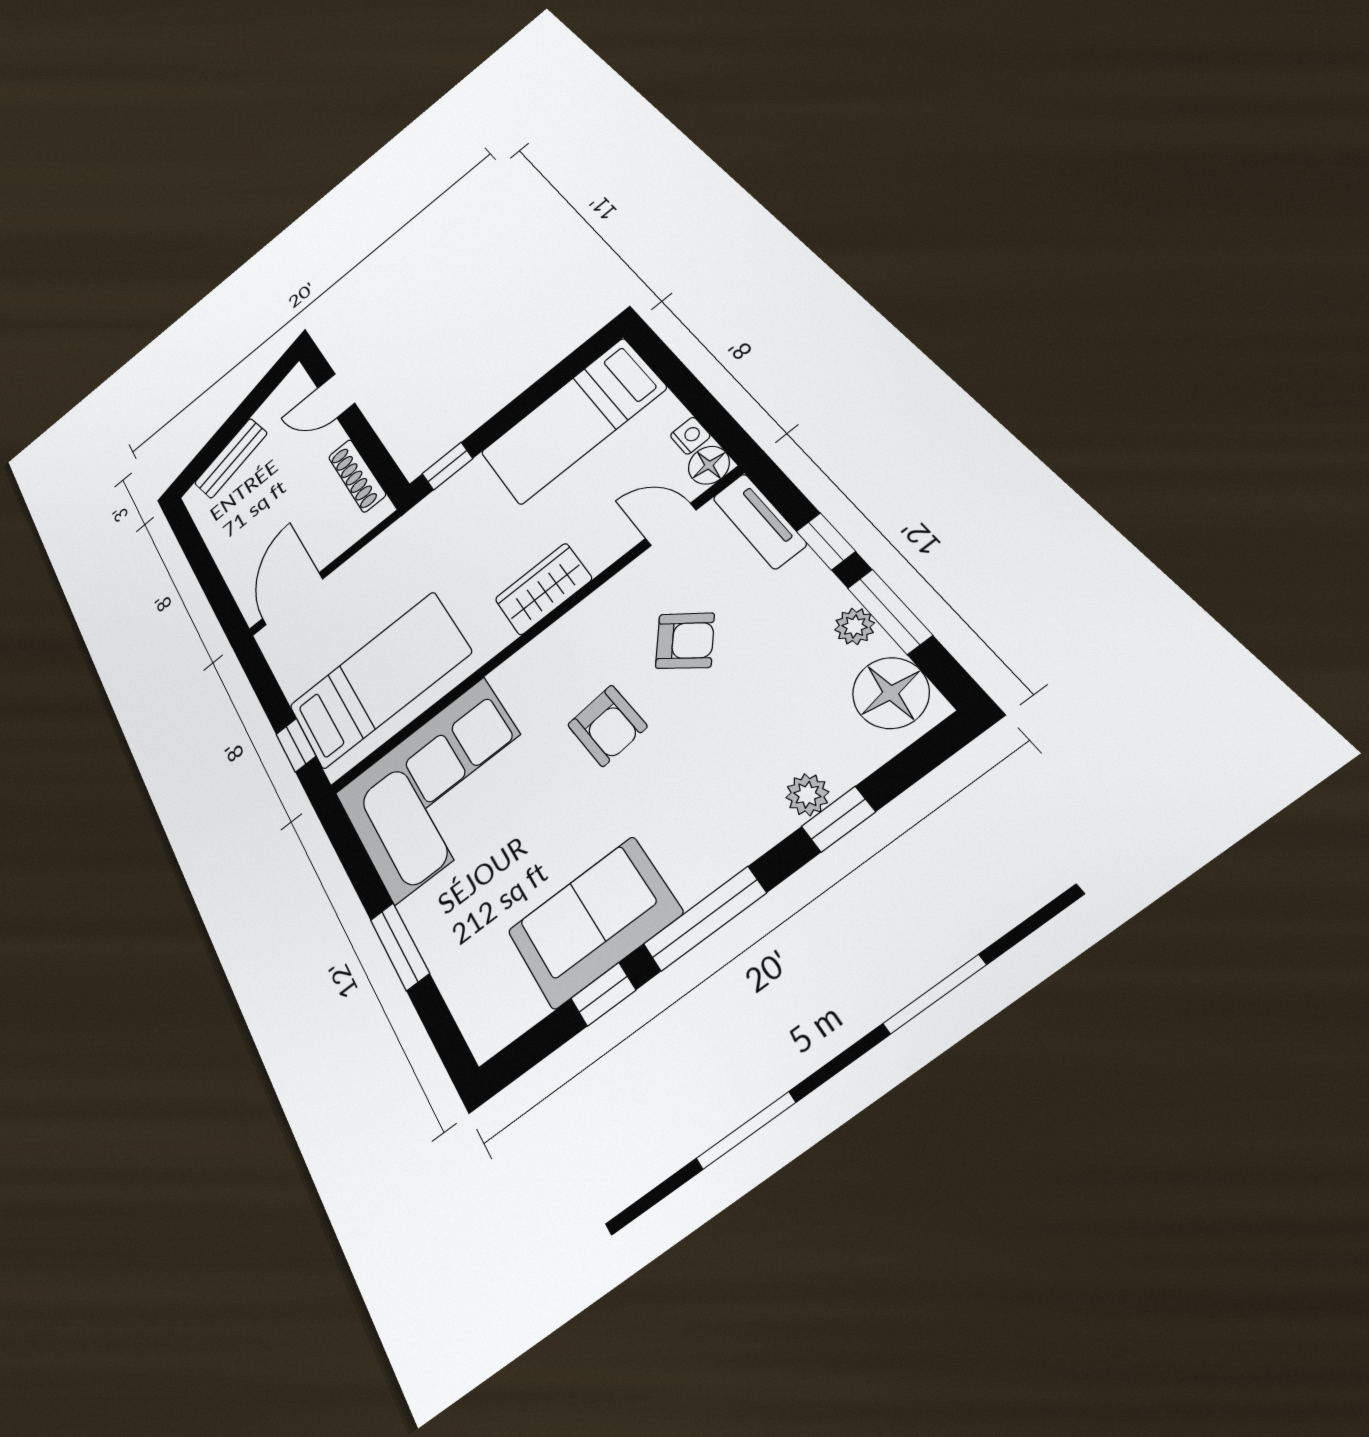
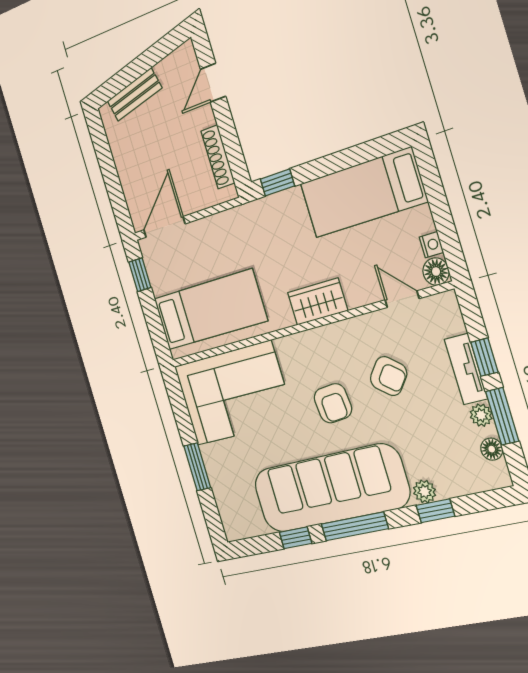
door: (336, 396) -> (213, 83), hinge flipped
tv unit: (759, 521) -> (466, 369), moved
floor lamp: (891, 693) -> (492, 449), width x0.53, depth x0.53
window: (296, 745) -> (140, 275), moved
sofa: (594, 922) -> (330, 488), width x1.85, depth x1.27

